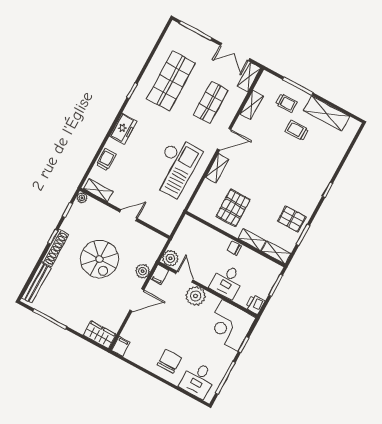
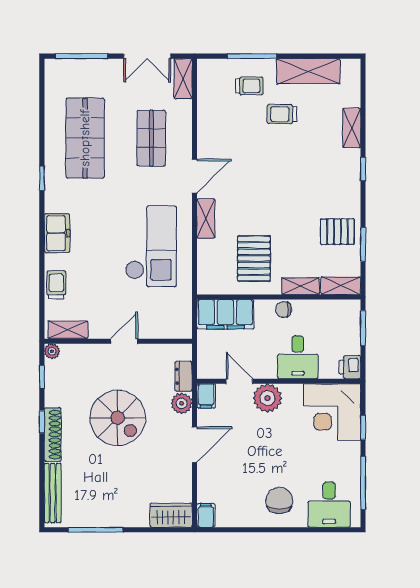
shelving: (252, 105) -> (352, 128), moved
filing cabinet: (198, 232) -> (225, 314), added
dresser: (153, 256) -> (184, 376), added
plant: (170, 258) -> (208, 367), removed

